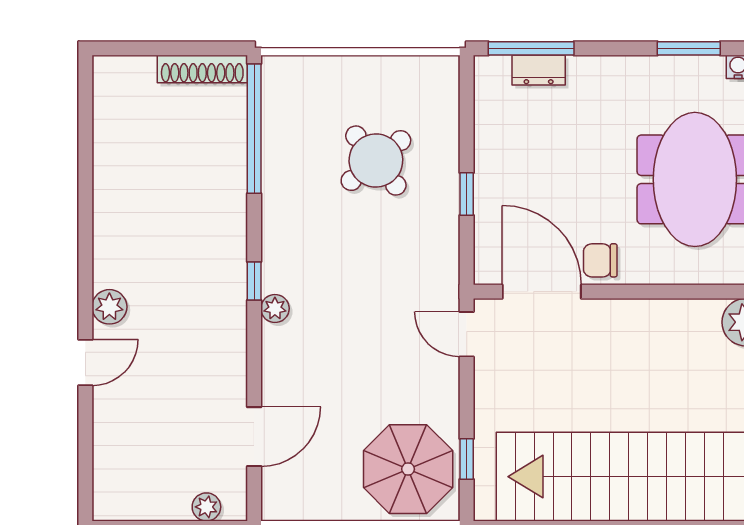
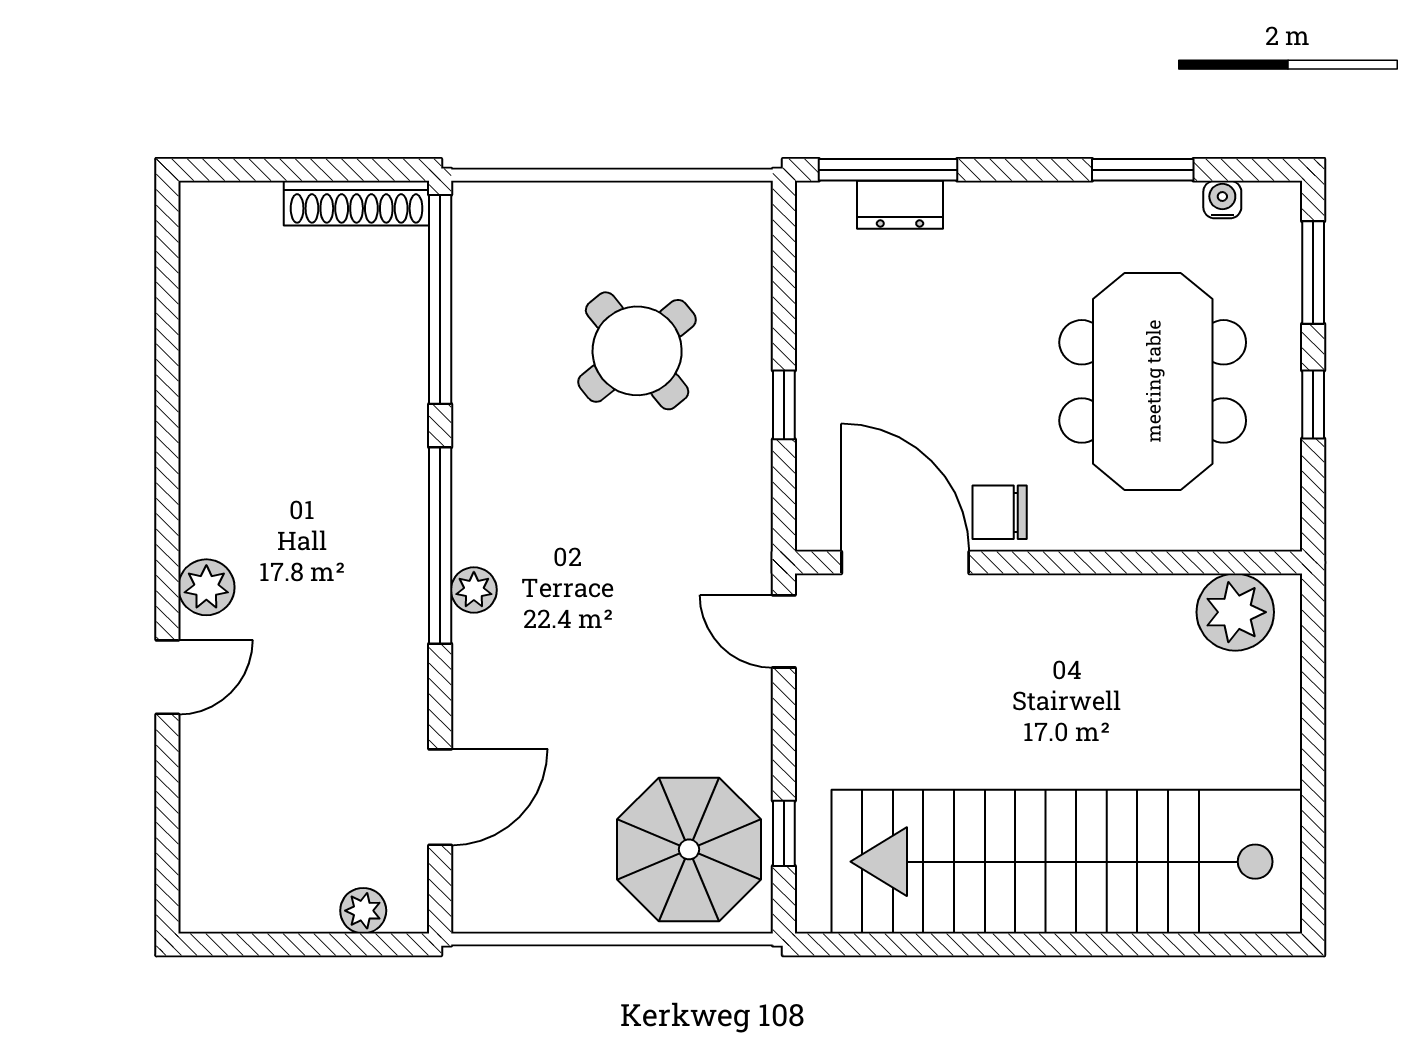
window: (254, 281) -> (440, 546), width x3.17

